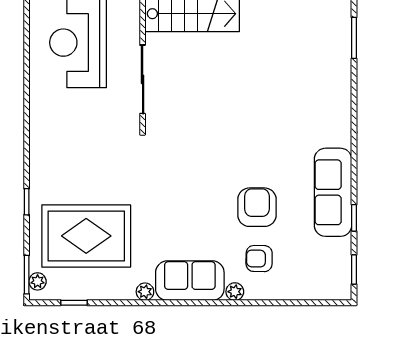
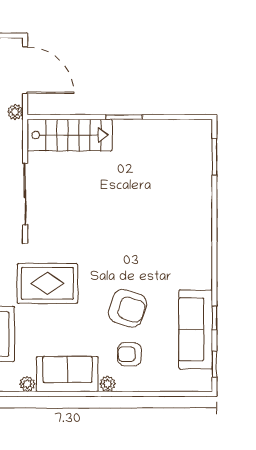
rug: (168, 179) -> (47, 283), added
sofa: (333, 192) -> (196, 329), moved
armchair: (257, 207) -> (128, 308), turned 108

